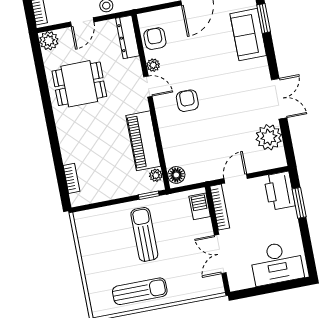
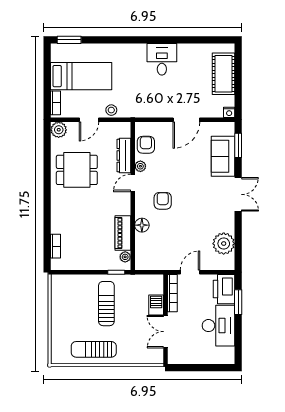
dresser: (128, 37) -> (124, 155), moved
door: (148, 86) -> (133, 183), swing flipped
double door: (279, 99) -> (238, 194), moved
piano: (143, 141) -> (123, 233), width x0.73, depth x0.75
floor lamp: (176, 175) -> (142, 225), moved
barbecue: (200, 206) -> (156, 305), moved
desk: (277, 263) -> (218, 326), moved, turned -90
sun lounger: (140, 291) -> (94, 349), turned 180

